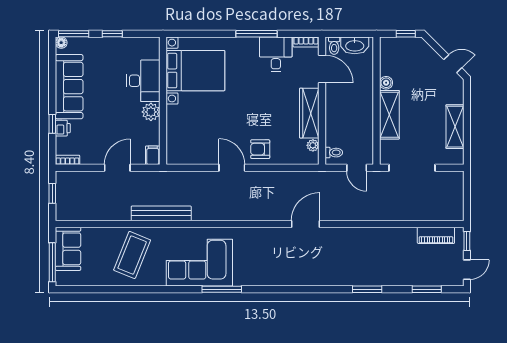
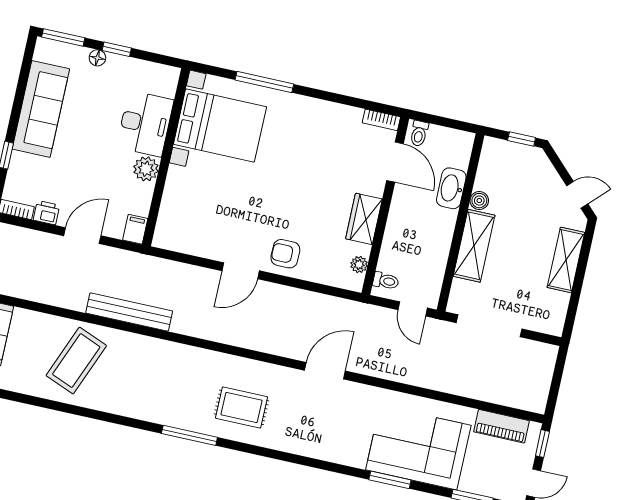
window: (256, 34) -> (264, 82), moved
floor lamp: (61, 43) -> (97, 58), moved
washbasin: (355, 45) -> (451, 188), moved, turned 90
desk: (276, 54) -> (336, 128), removed
wardrobe: (309, 113) -> (364, 219), width x0.67
shelving: (455, 127) -> (566, 260), moved
printer: (63, 128) -> (46, 213), moved, turned -90
door: (232, 168) -> (241, 271), swing flipped
rug: (253, 262) -> (242, 408), added
corner sofa: (199, 263) -> (418, 448), moved

